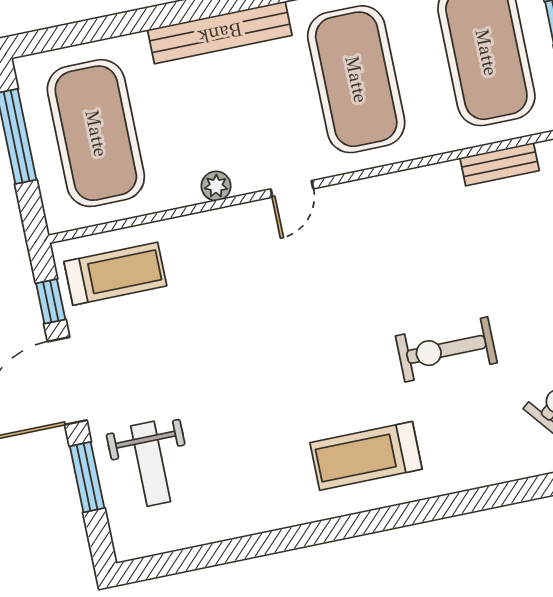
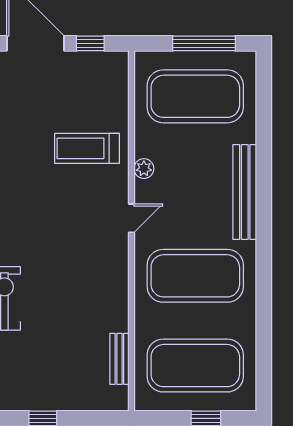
door: (292, 189) -> (132, 218), swing flipped
treadmill: (115, 274) -> (87, 148), moved, turned 90

